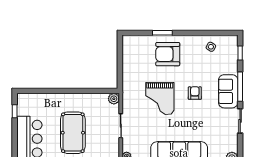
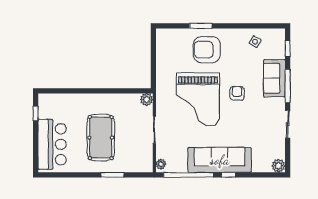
sofa: (228, 91) -> (274, 78), moved
grand piano: (160, 99) -> (198, 99), width x1.37, depth x1.48

